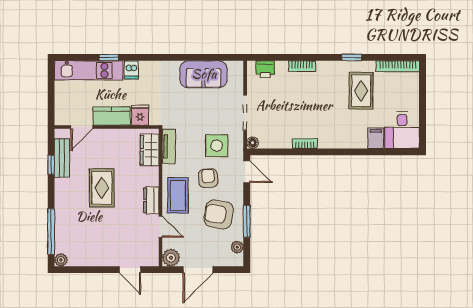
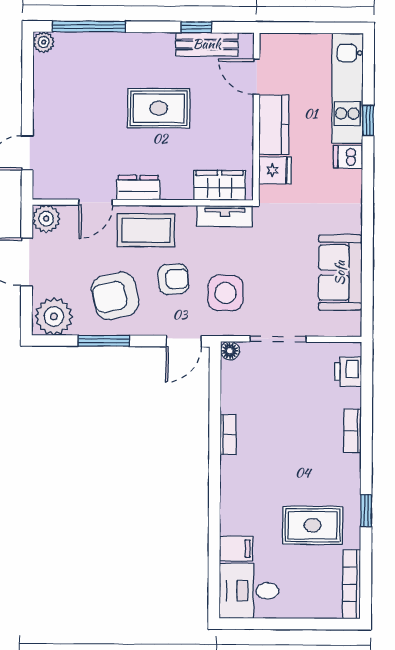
armchair: (219, 214) -> (115, 296), turned -112
plant: (237, 247) -> (54, 316), width x1.88, depth x1.88

